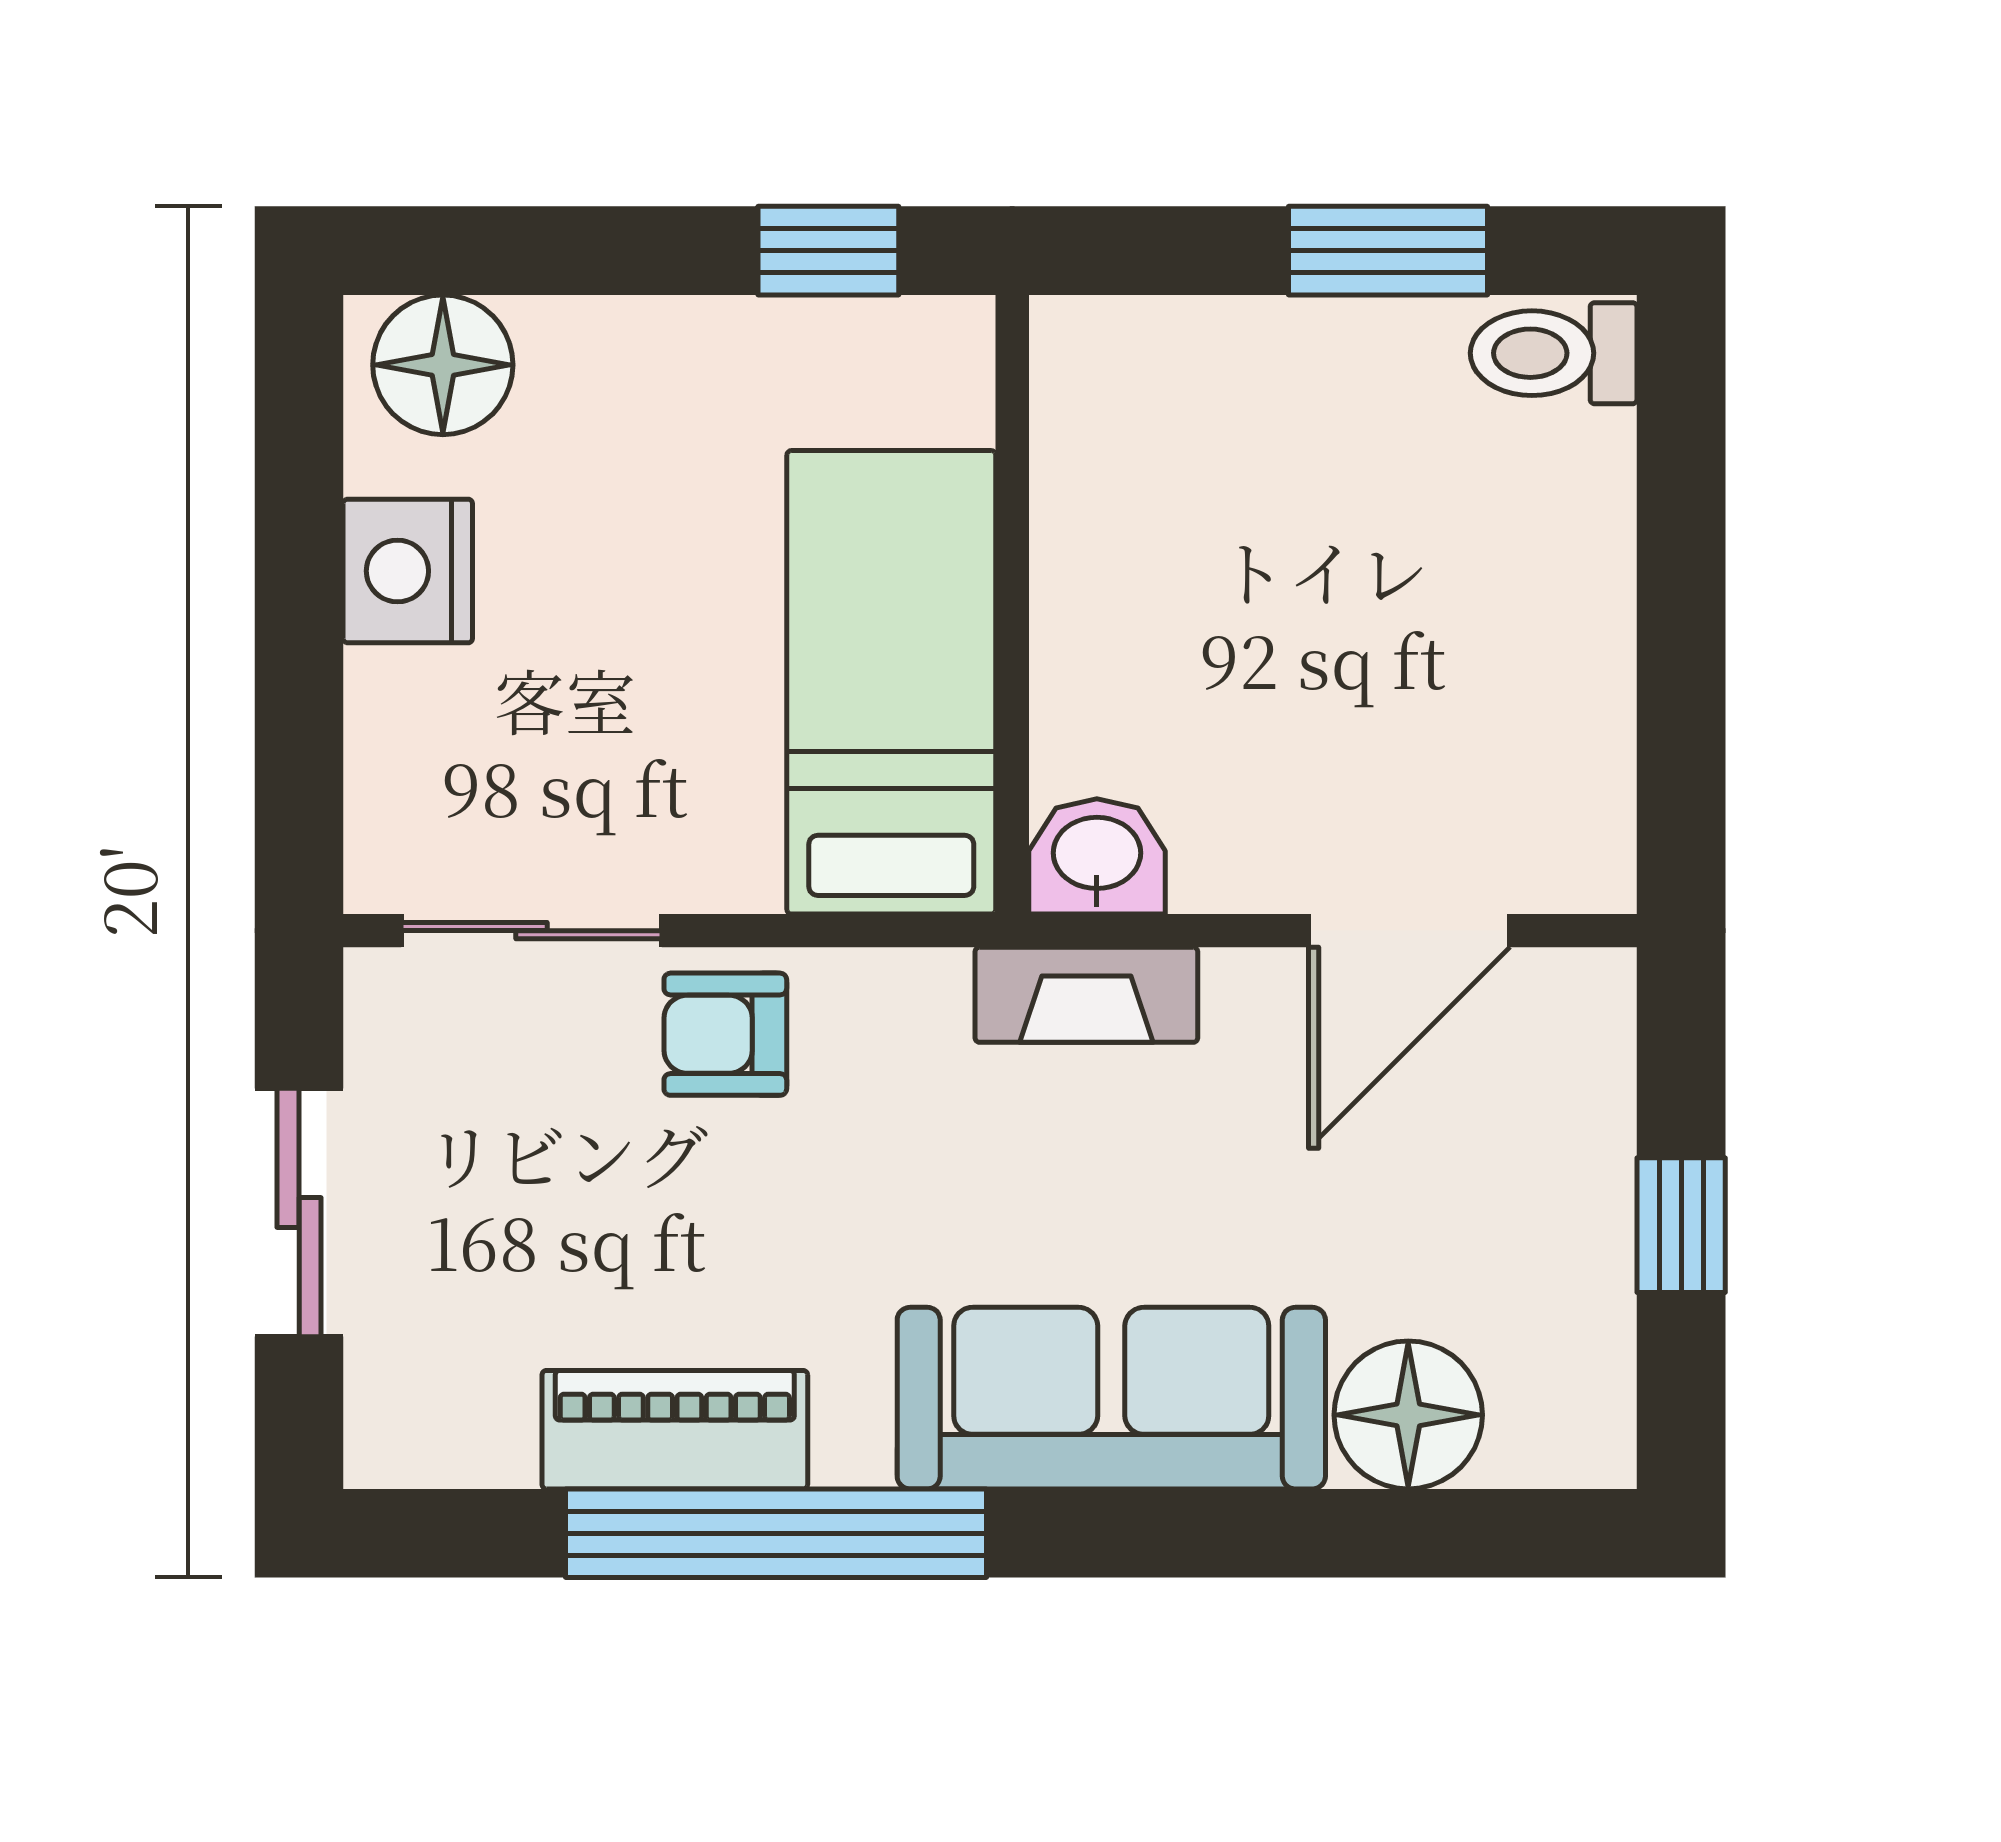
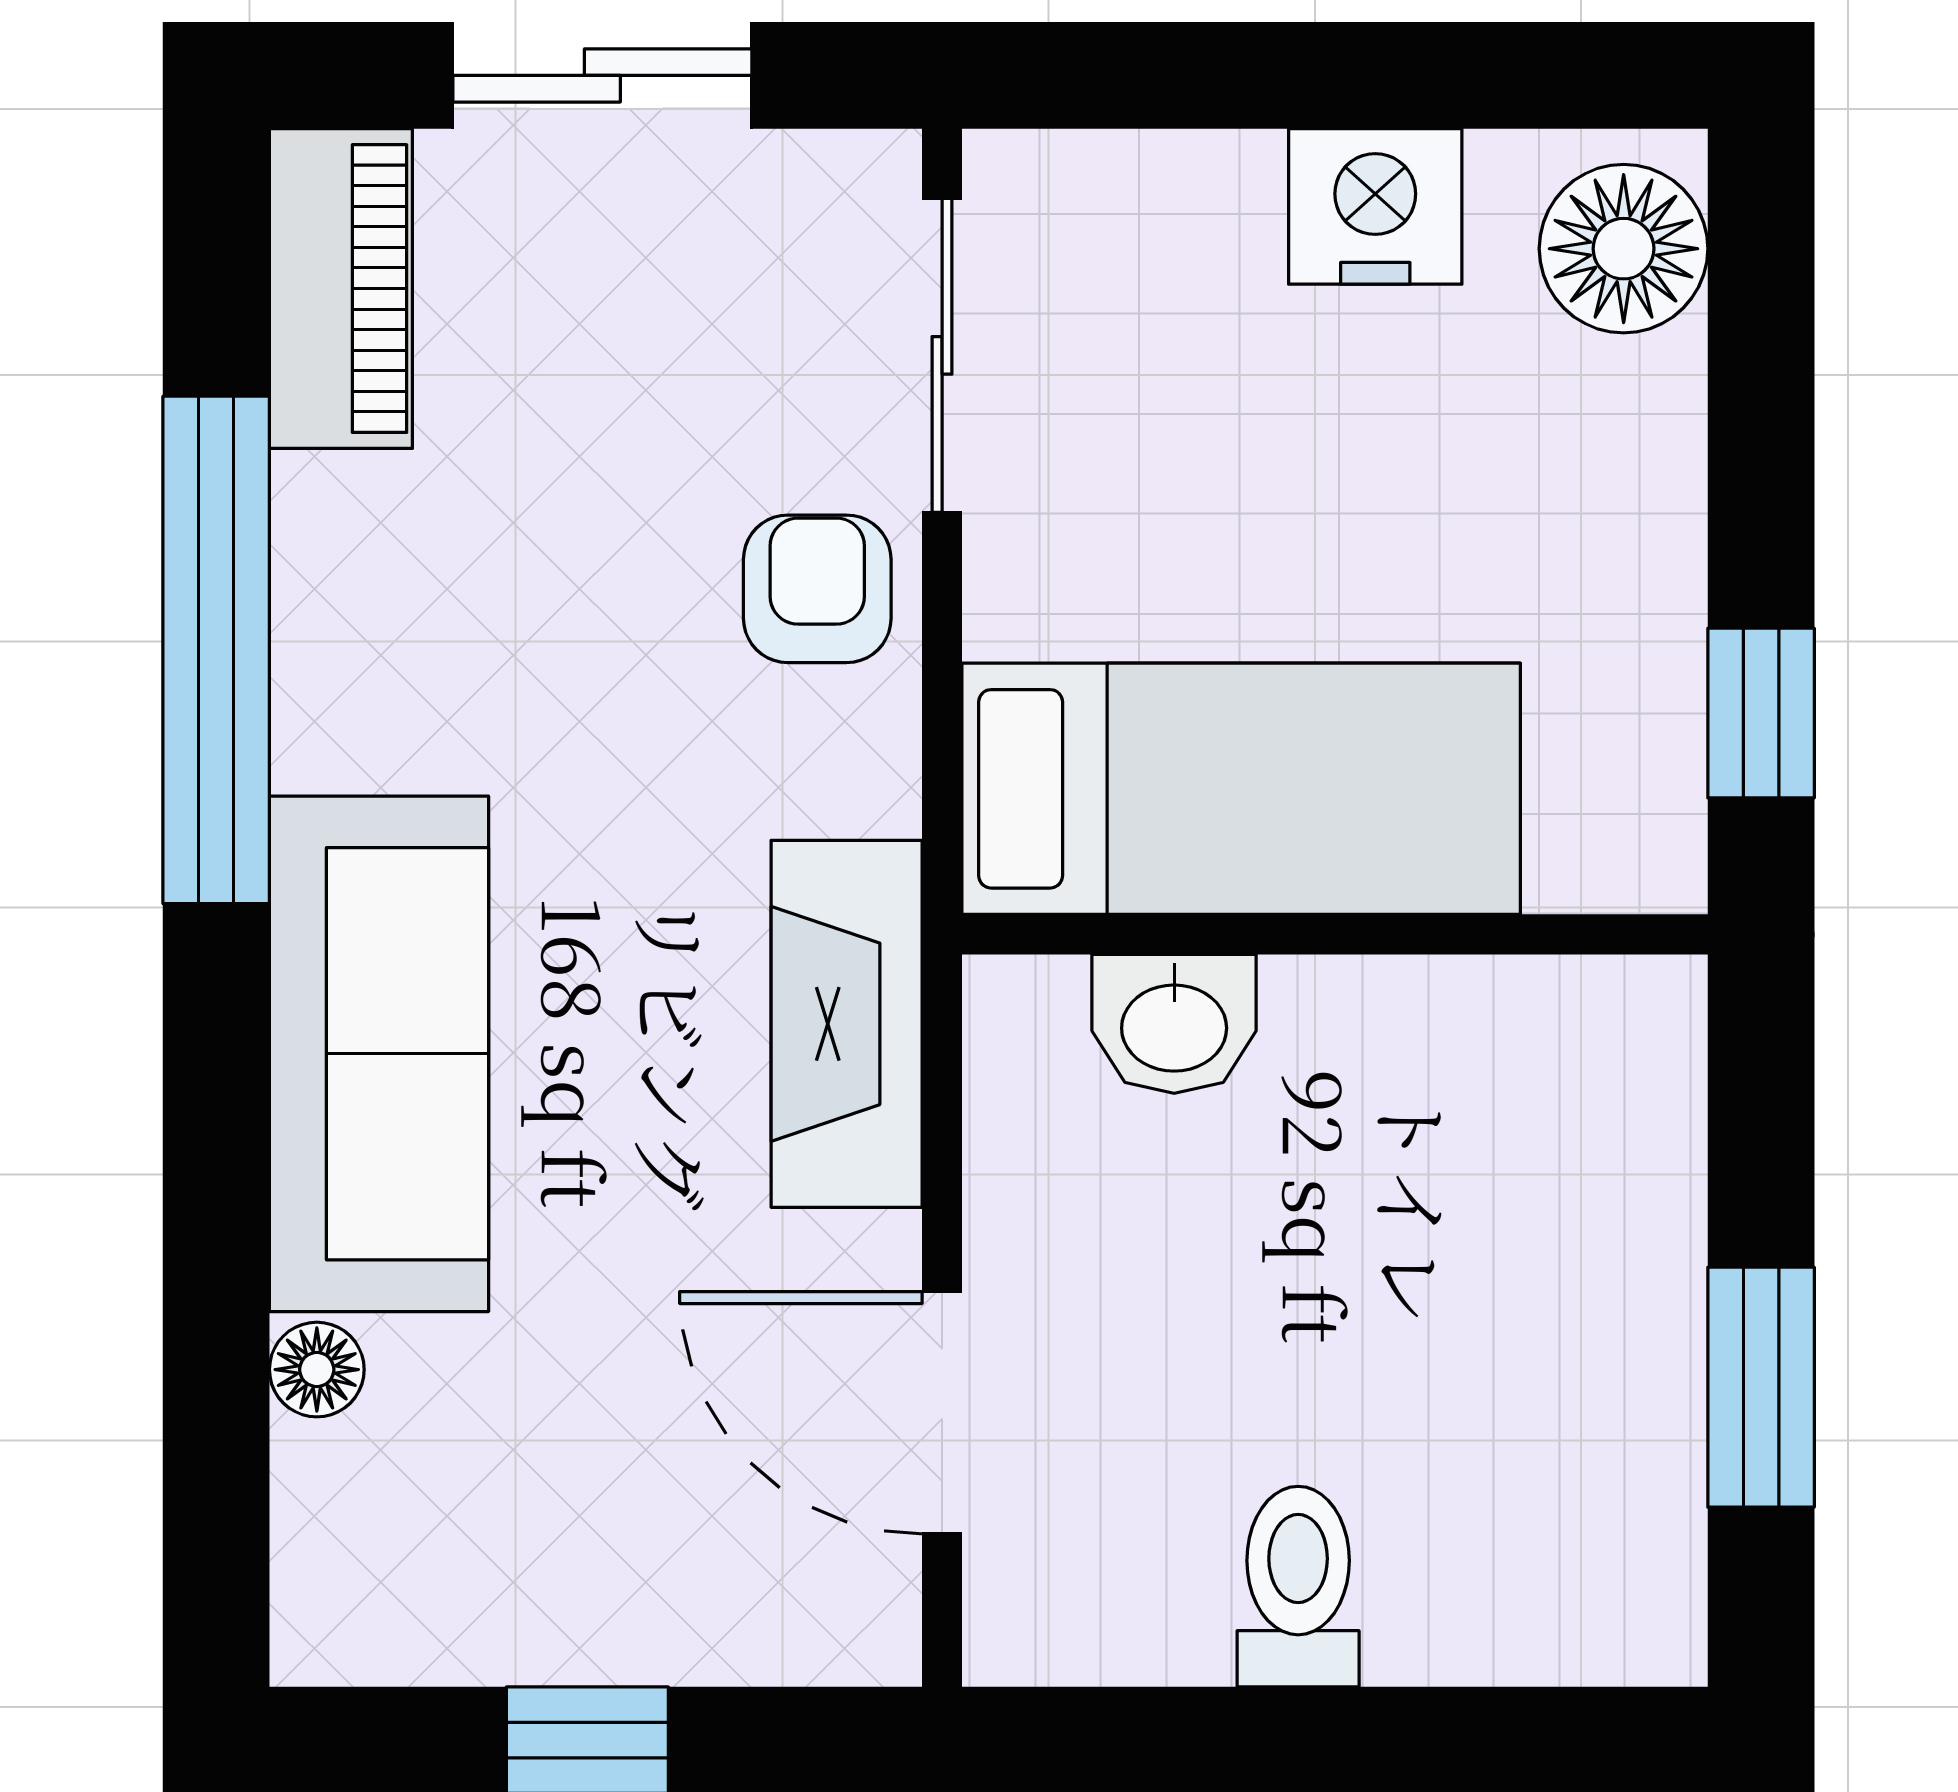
toilet: (1554, 353) -> (1298, 1587), moved
washbasin: (1097, 856) -> (1174, 1024), moved, turned 90
fireplace: (1086, 995) -> (847, 1024), width x1.37, depth x1.32
floor lamp: (1408, 1415) -> (317, 1370), width x0.53, depth x0.53
piano: (675, 1430) -> (341, 289), moved

